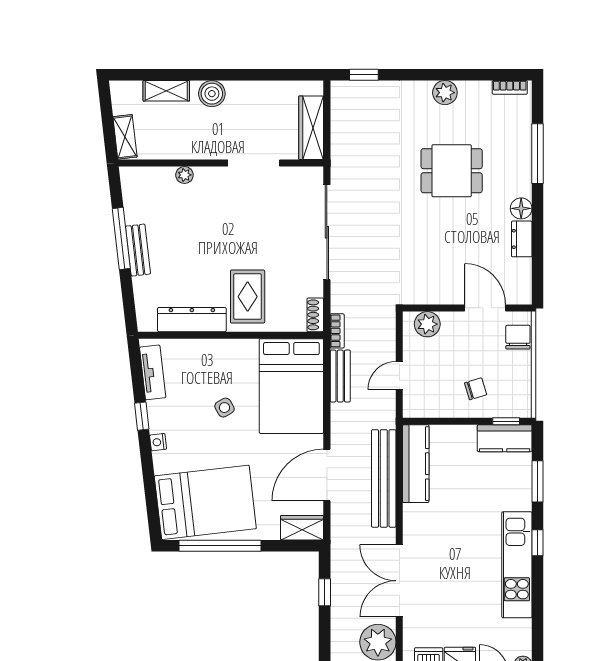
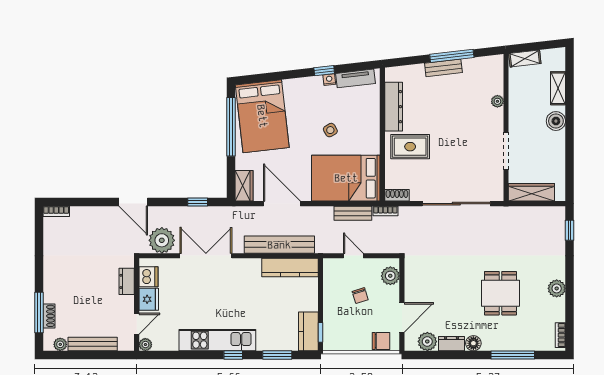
plant: (519, 273) -> (427, 341), added
chair: (476, 389) -> (360, 296), moved
nightstand: (158, 442) -> (329, 80), moved

